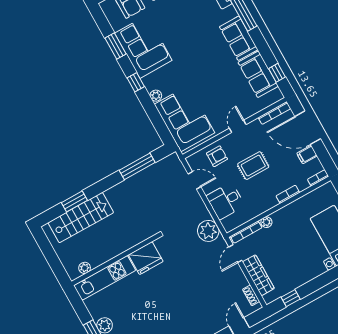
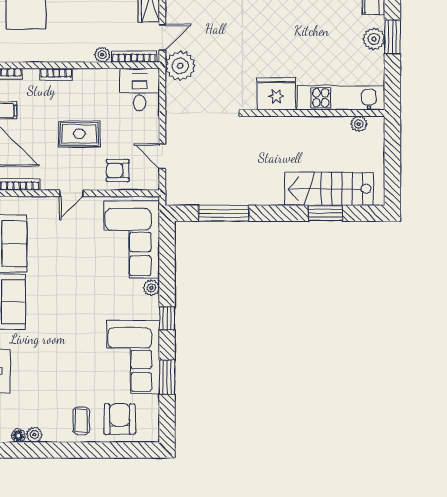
desk: (226, 201) -> (140, 89), moved, turned -90
plant: (208, 231) -> (180, 66), moved

